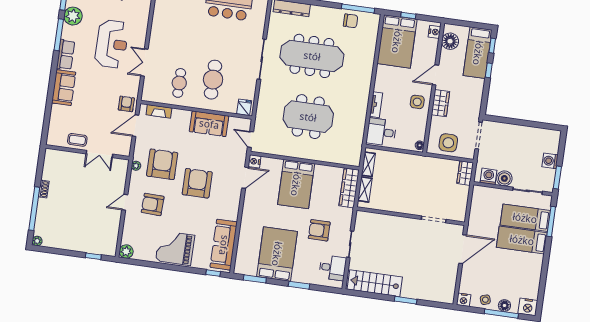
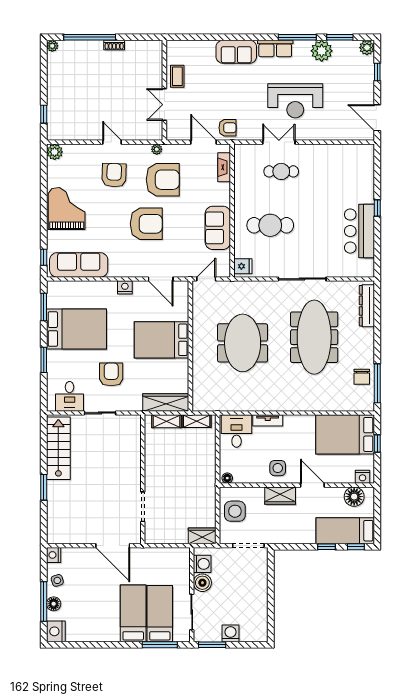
cafe table: (179, 83) -> (281, 171), moved
nightstand: (255, 161) -> (125, 287), moved

